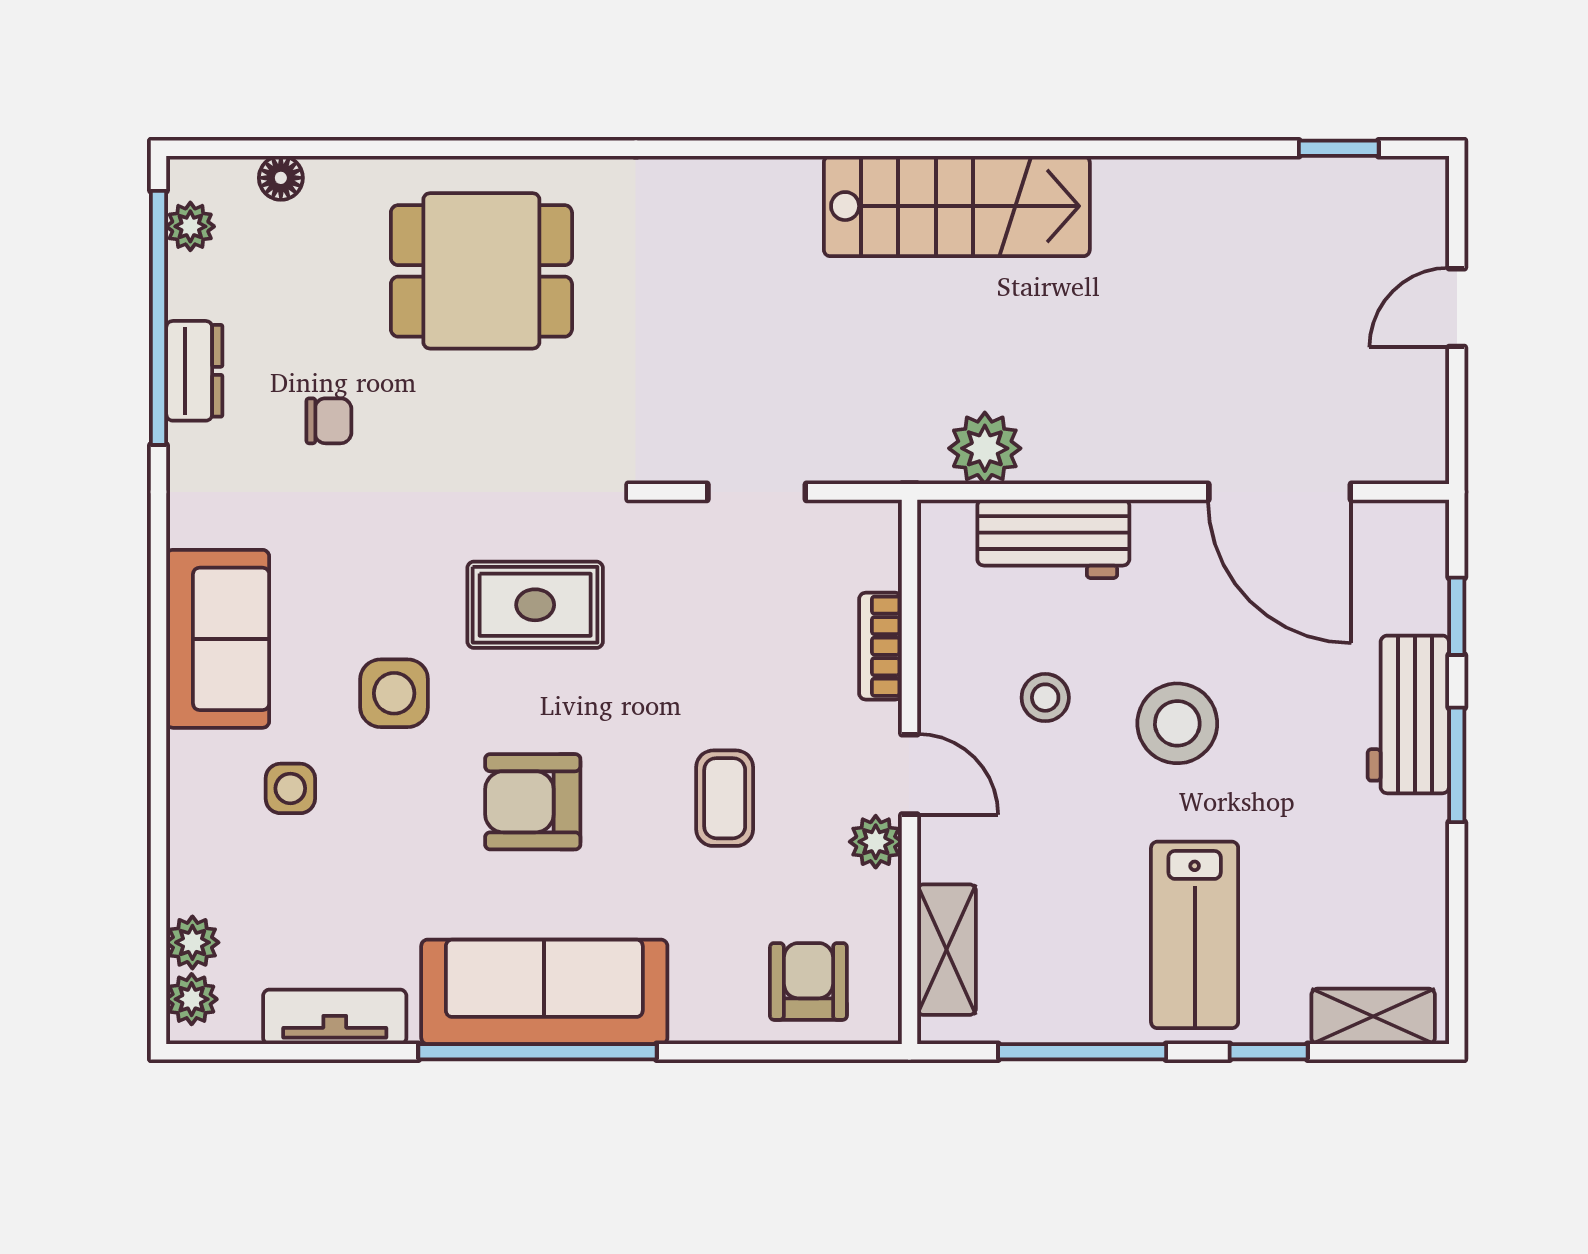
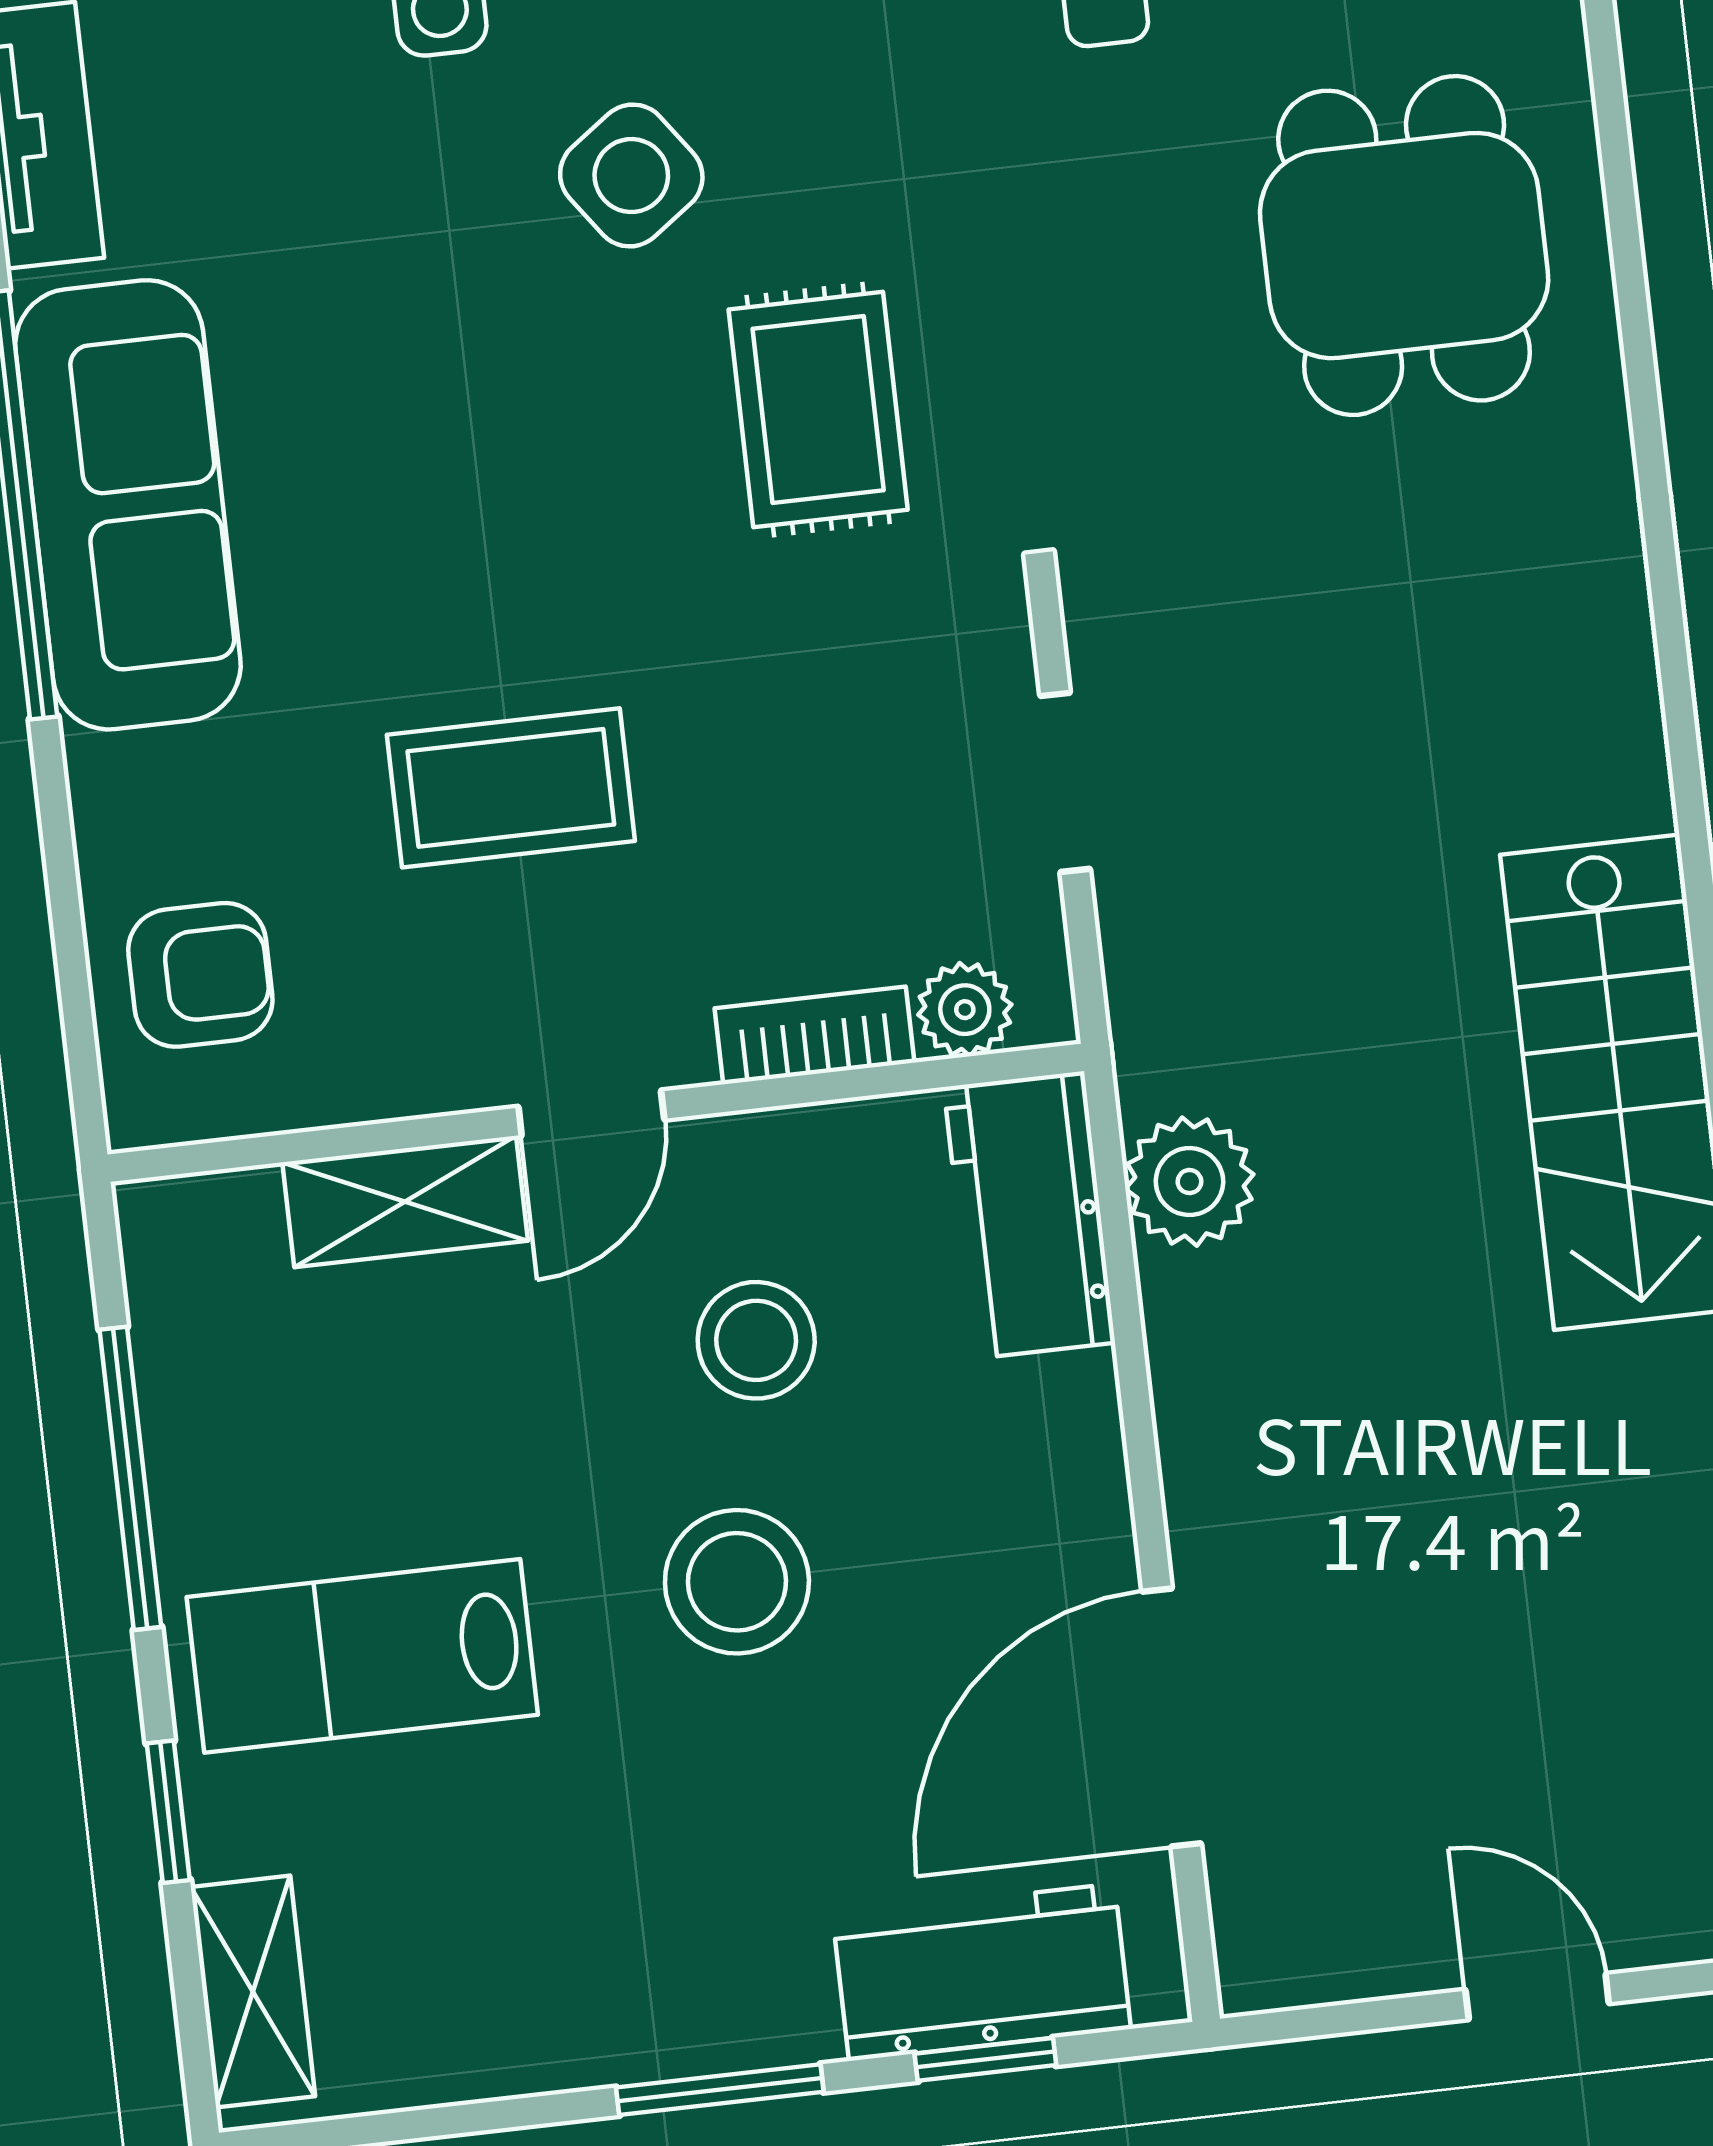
workbench: (1053, 539) -> (1029, 1215), moved
side table: (394, 693) -> (631, 176), turned -36
stool: (1045, 698) -> (756, 1340), width x1.37, depth x1.37
workbench: (1408, 714) -> (982, 1972), moved
coffee table: (725, 798) -> (511, 788), width x1.36, depth x1.30
armchair: (533, 802) -> (465, 445), removed
plant: (876, 842) -> (965, 1010), moved
shelving: (946, 950) -> (405, 1202), moved

